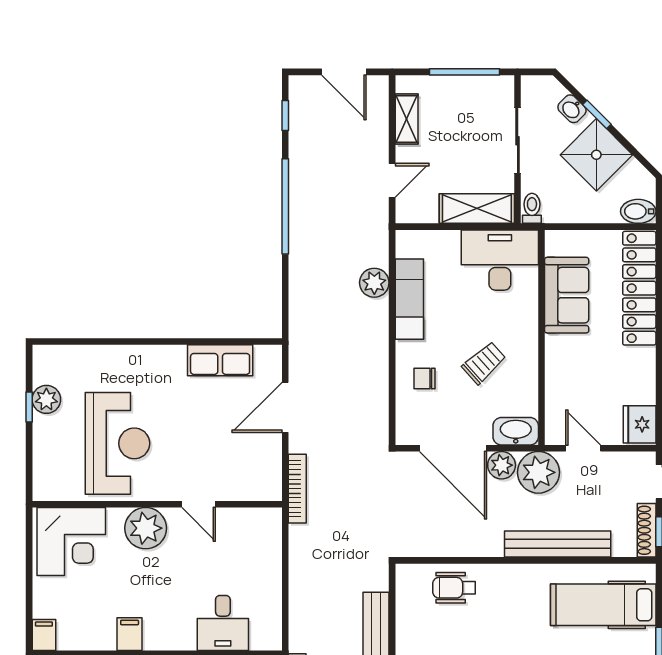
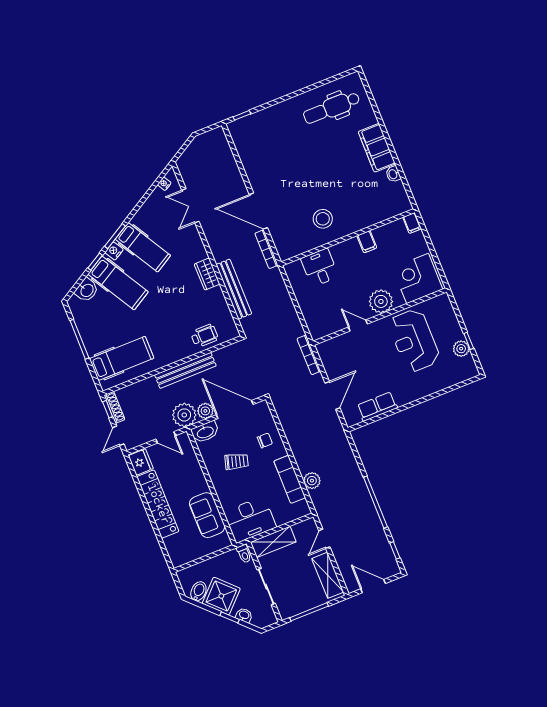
shelving: (407, 119) -> (328, 575), width x1.50, depth x1.33
bidet: (638, 211) -> (198, 591), moved, turned -45
locker: (639, 288) -> (158, 504), moved
trolley: (484, 363) -> (237, 461), turned -122
bench: (558, 544) -> (185, 370), moved

